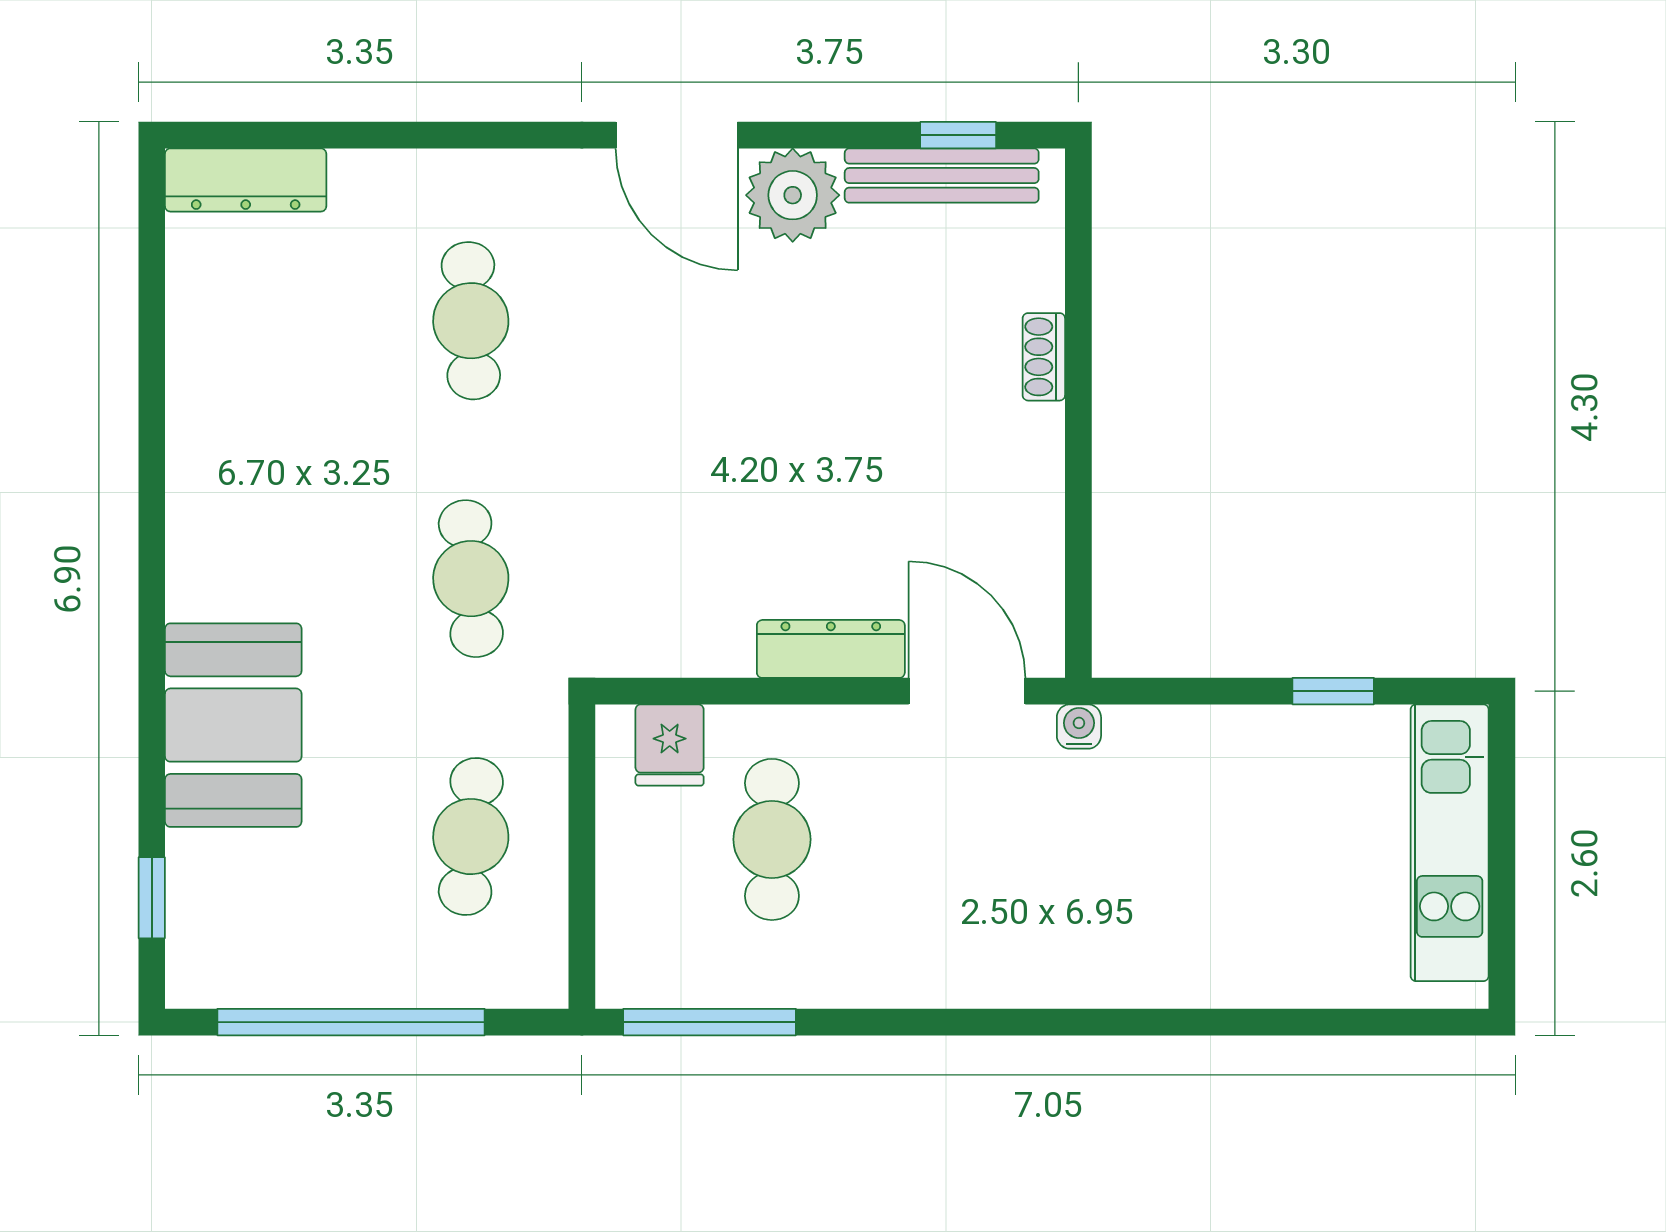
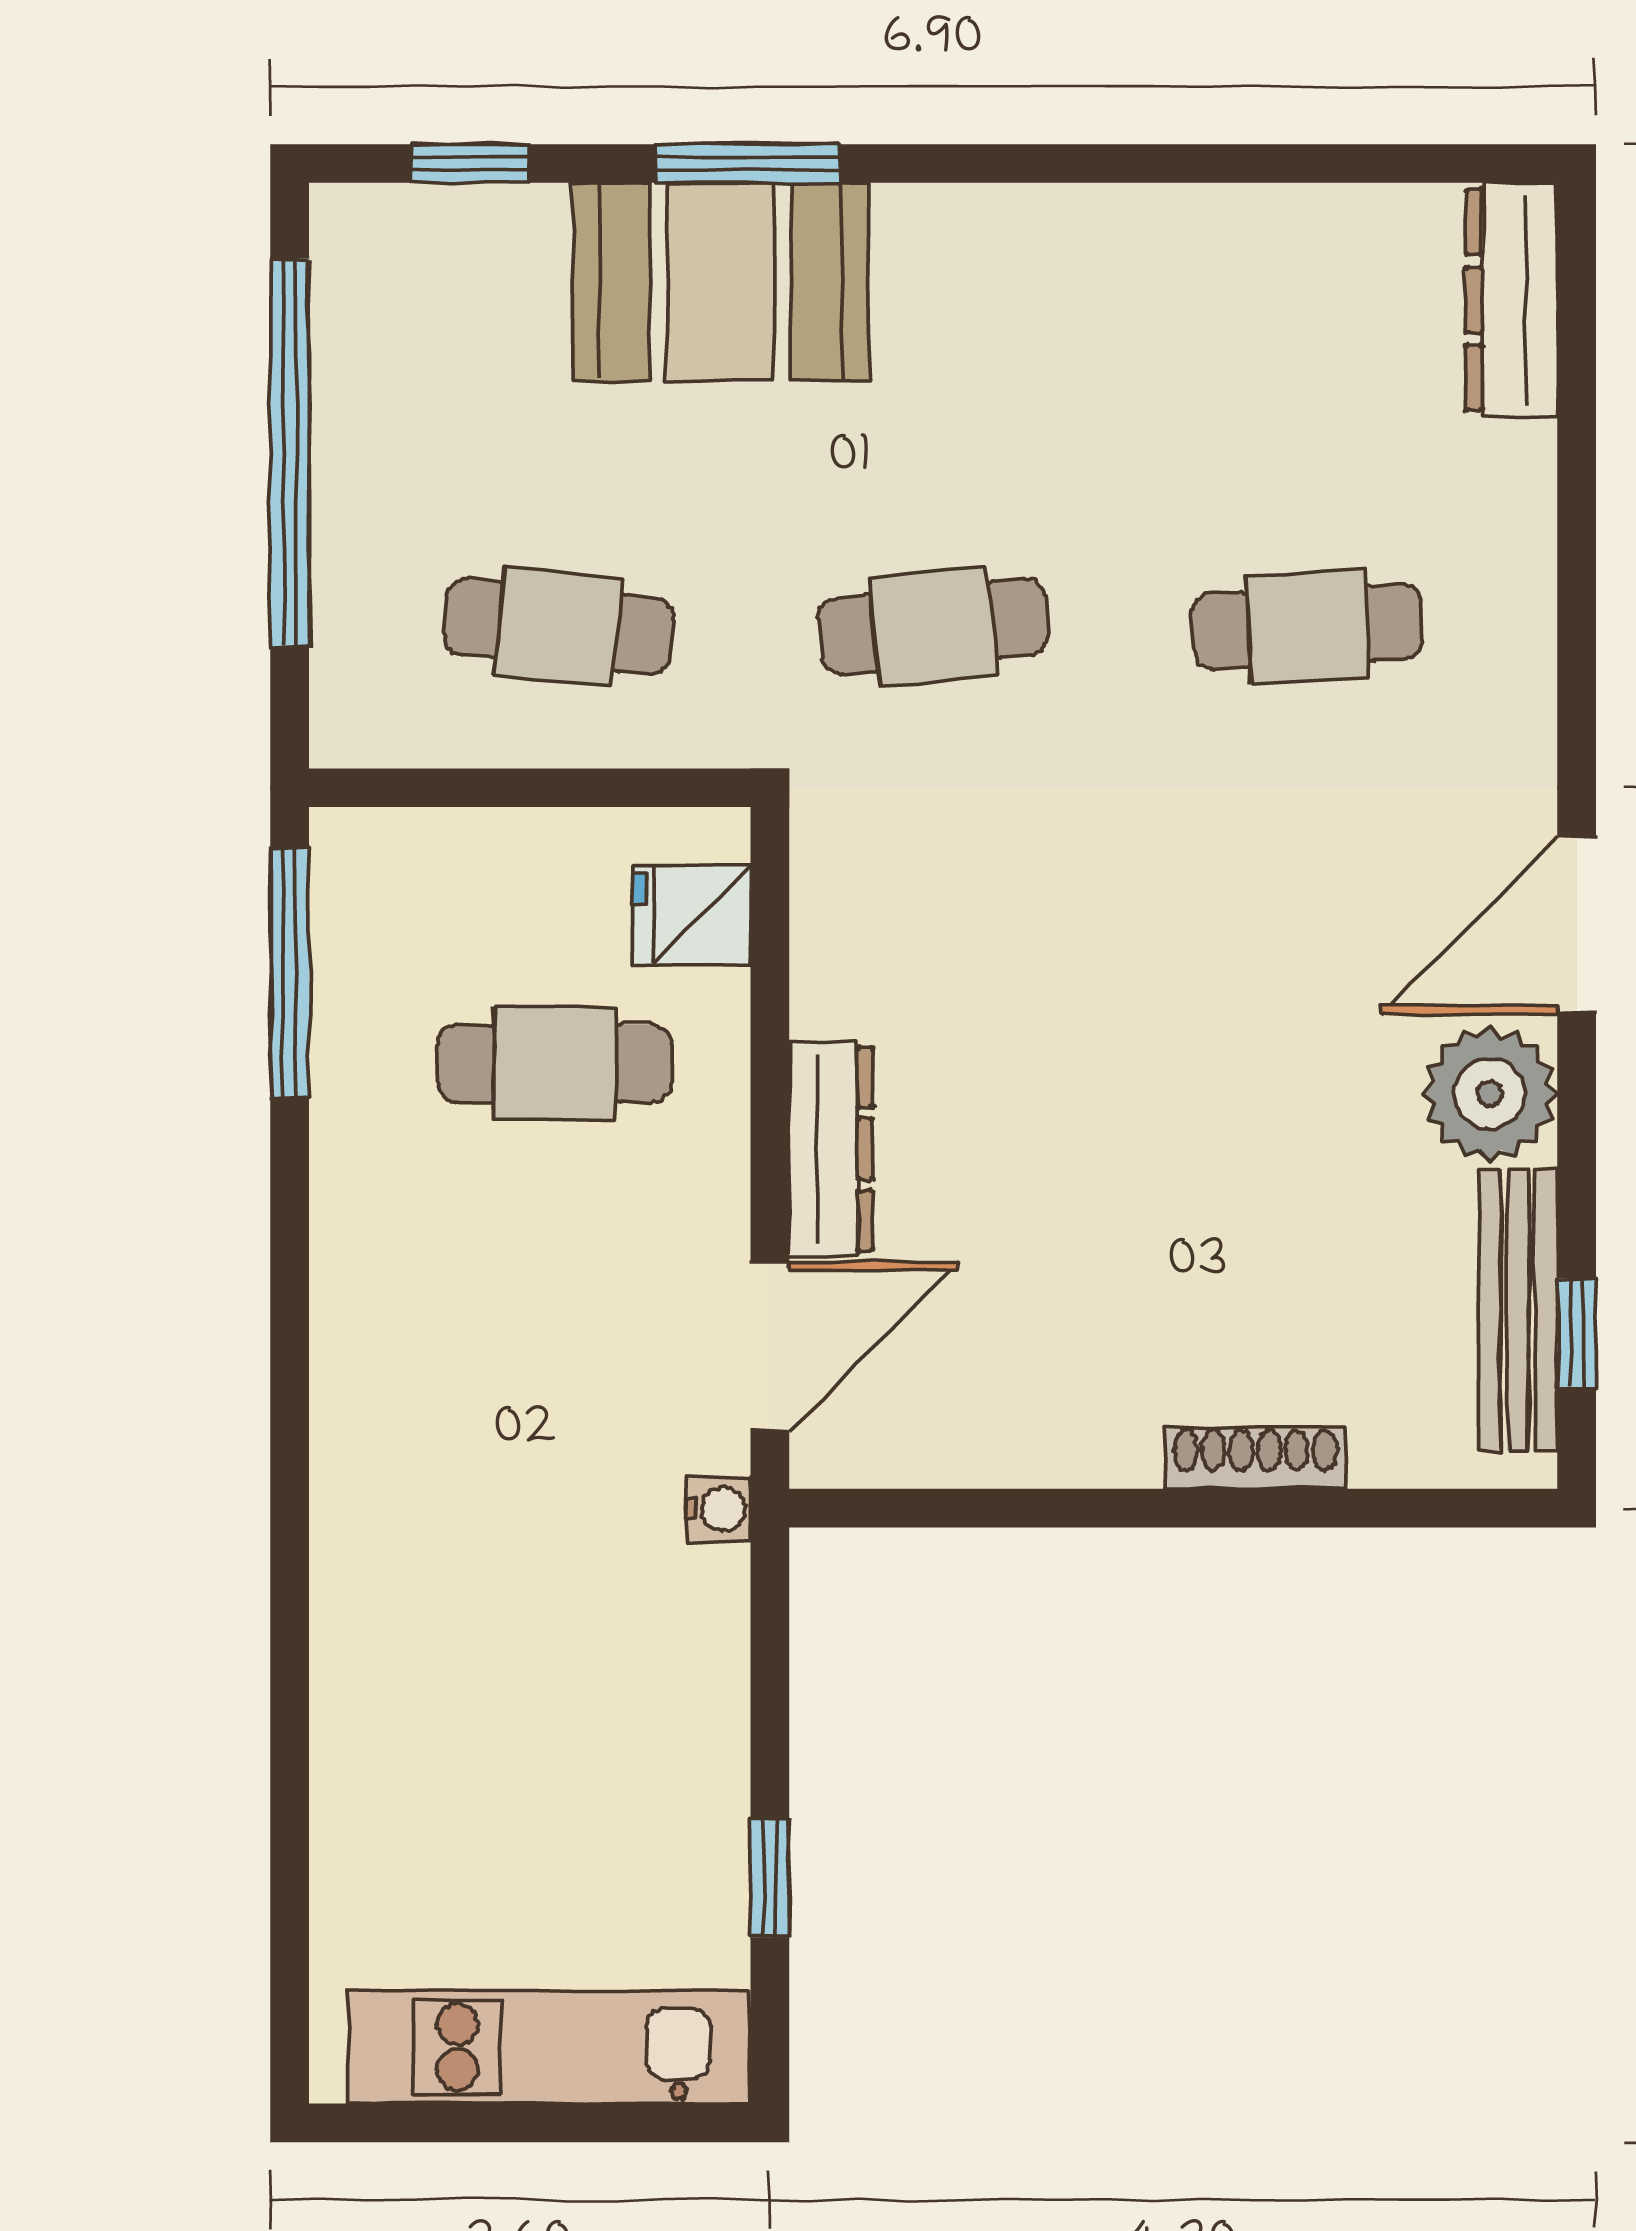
shoe rack: (1044, 357) -> (1255, 1458), width x1.43
window: (152, 707) -> (747, 163), added

